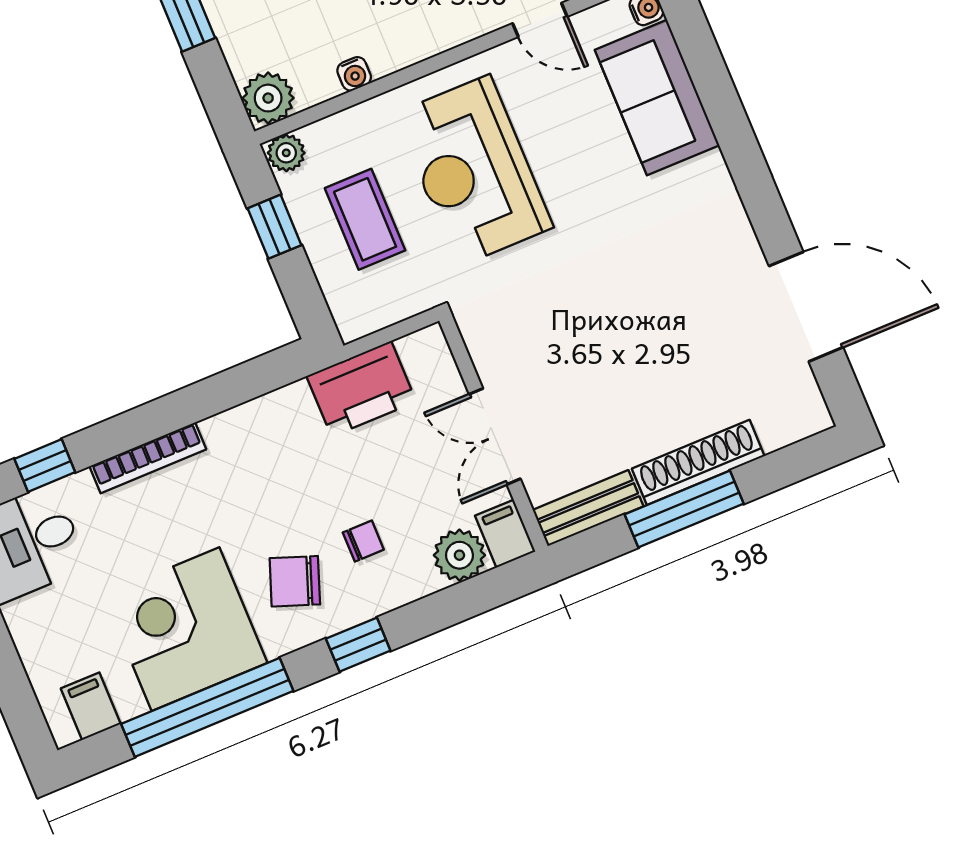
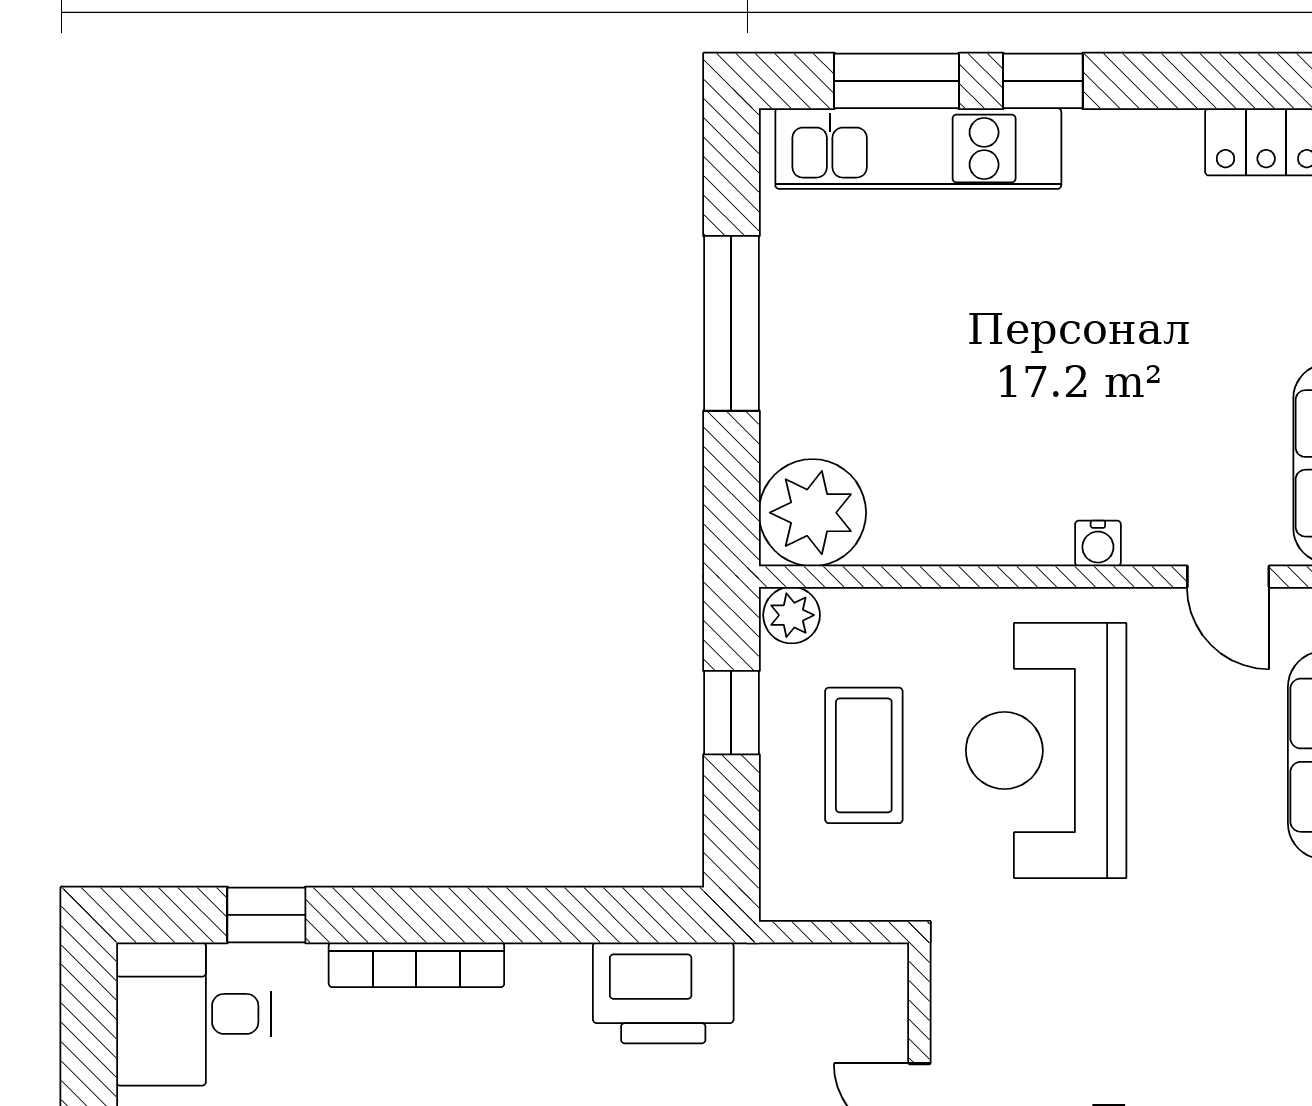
water cooler: (354, 74) -> (1098, 543), moved
plant: (268, 98) -> (812, 513), width x1.36, depth x1.36
printer: (361, 389) -> (663, 993), moved

